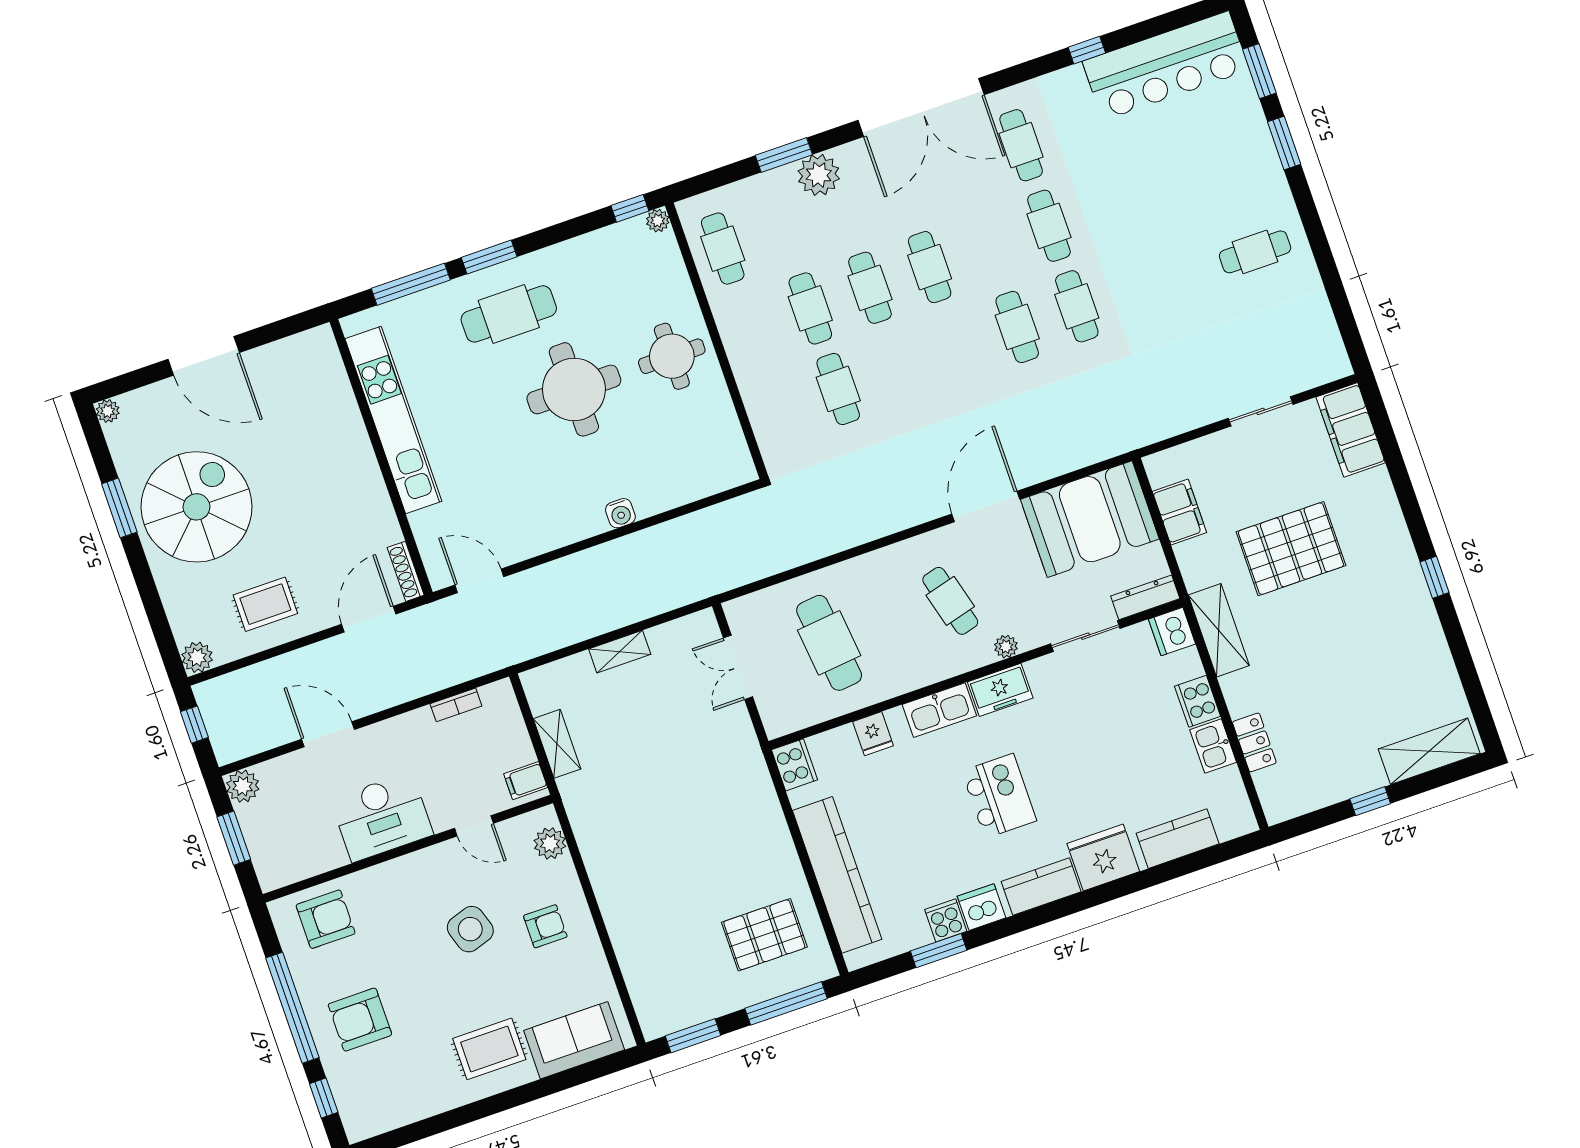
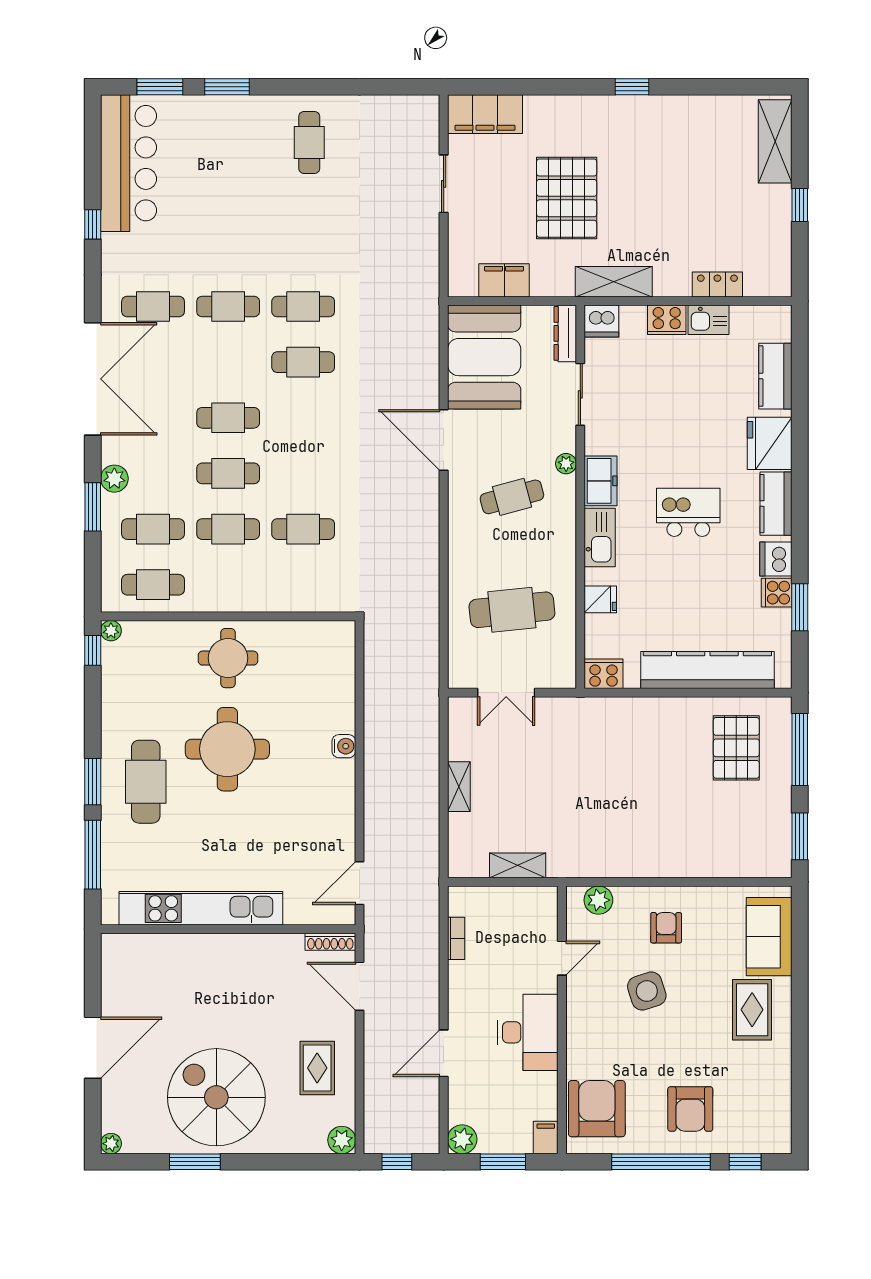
plant: (819, 175) -> (114, 479), width x0.73, depth x0.73
cafe table: (782, 228) -> (153, 529), added
filing cabinet: (526, 781) -> (546, 1138), moved, turned 180
armchair: (326, 919) -> (597, 1109), width x1.36, depth x1.36

